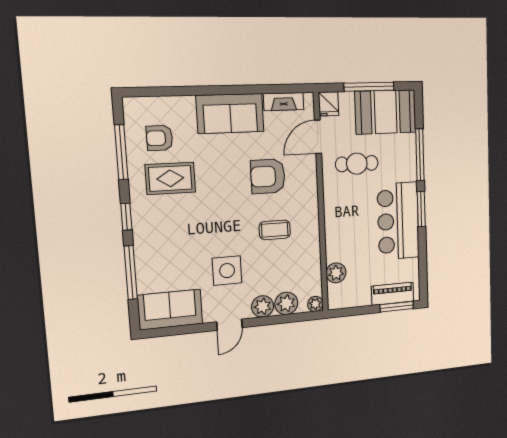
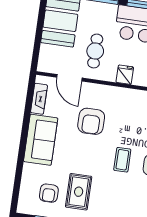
window: (369, 87) -> (39, 31), removed
fridge: (329, 104) -> (125, 75), moved, turned -90
coffee table: (275, 230) -> (122, 160), moved

